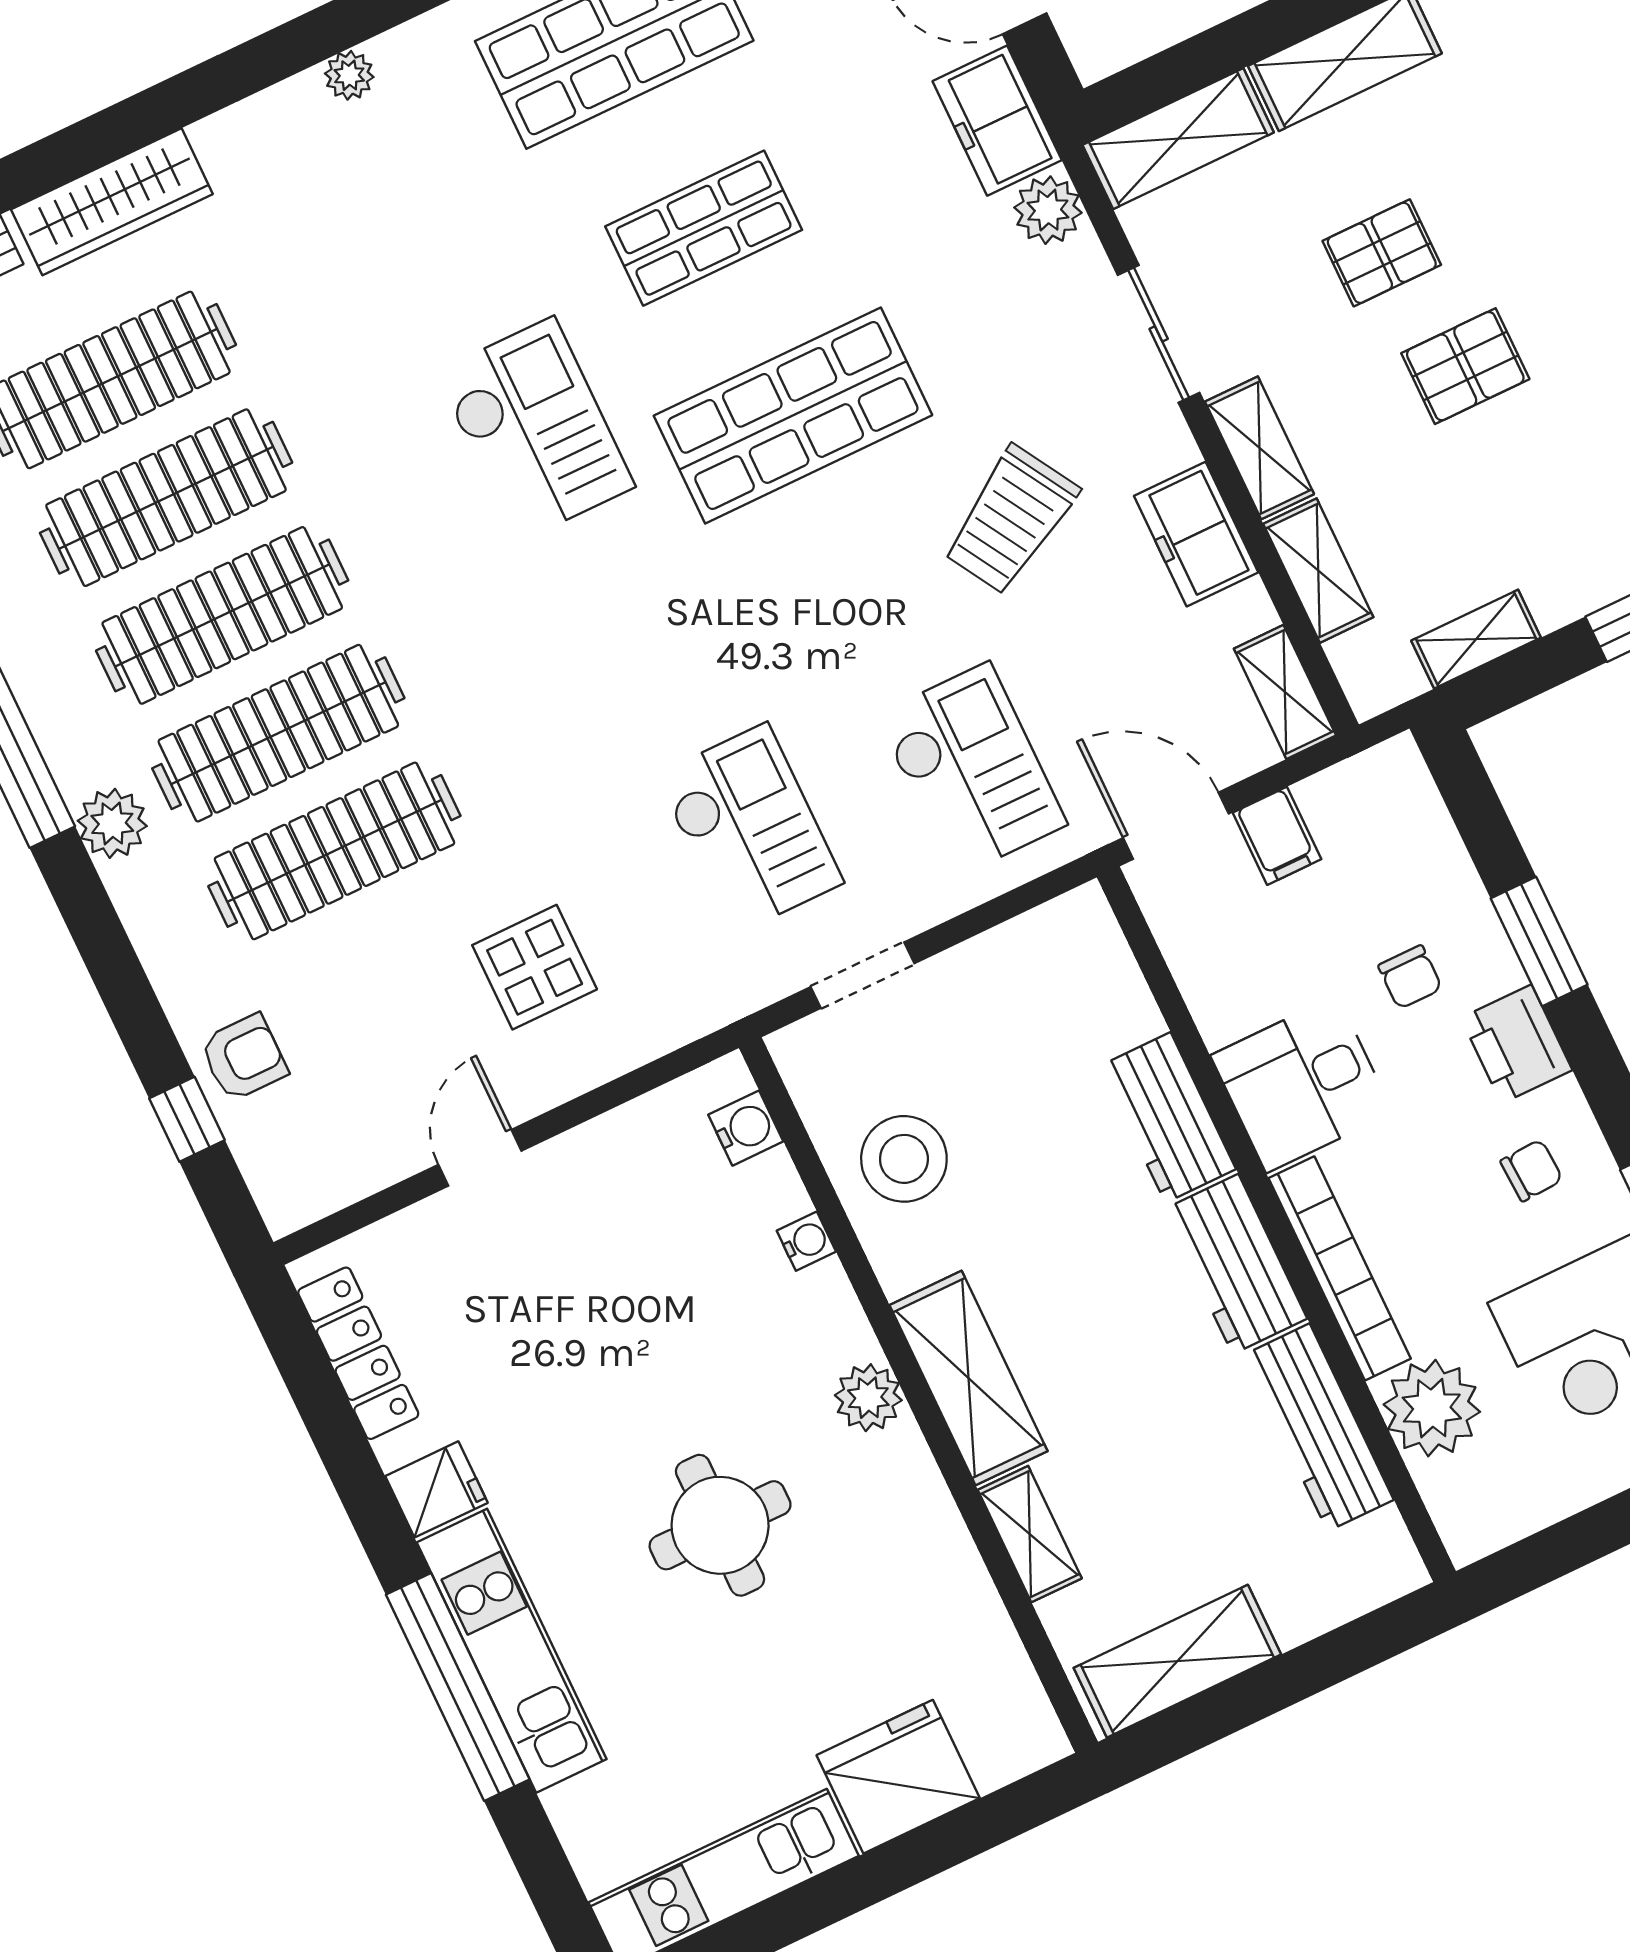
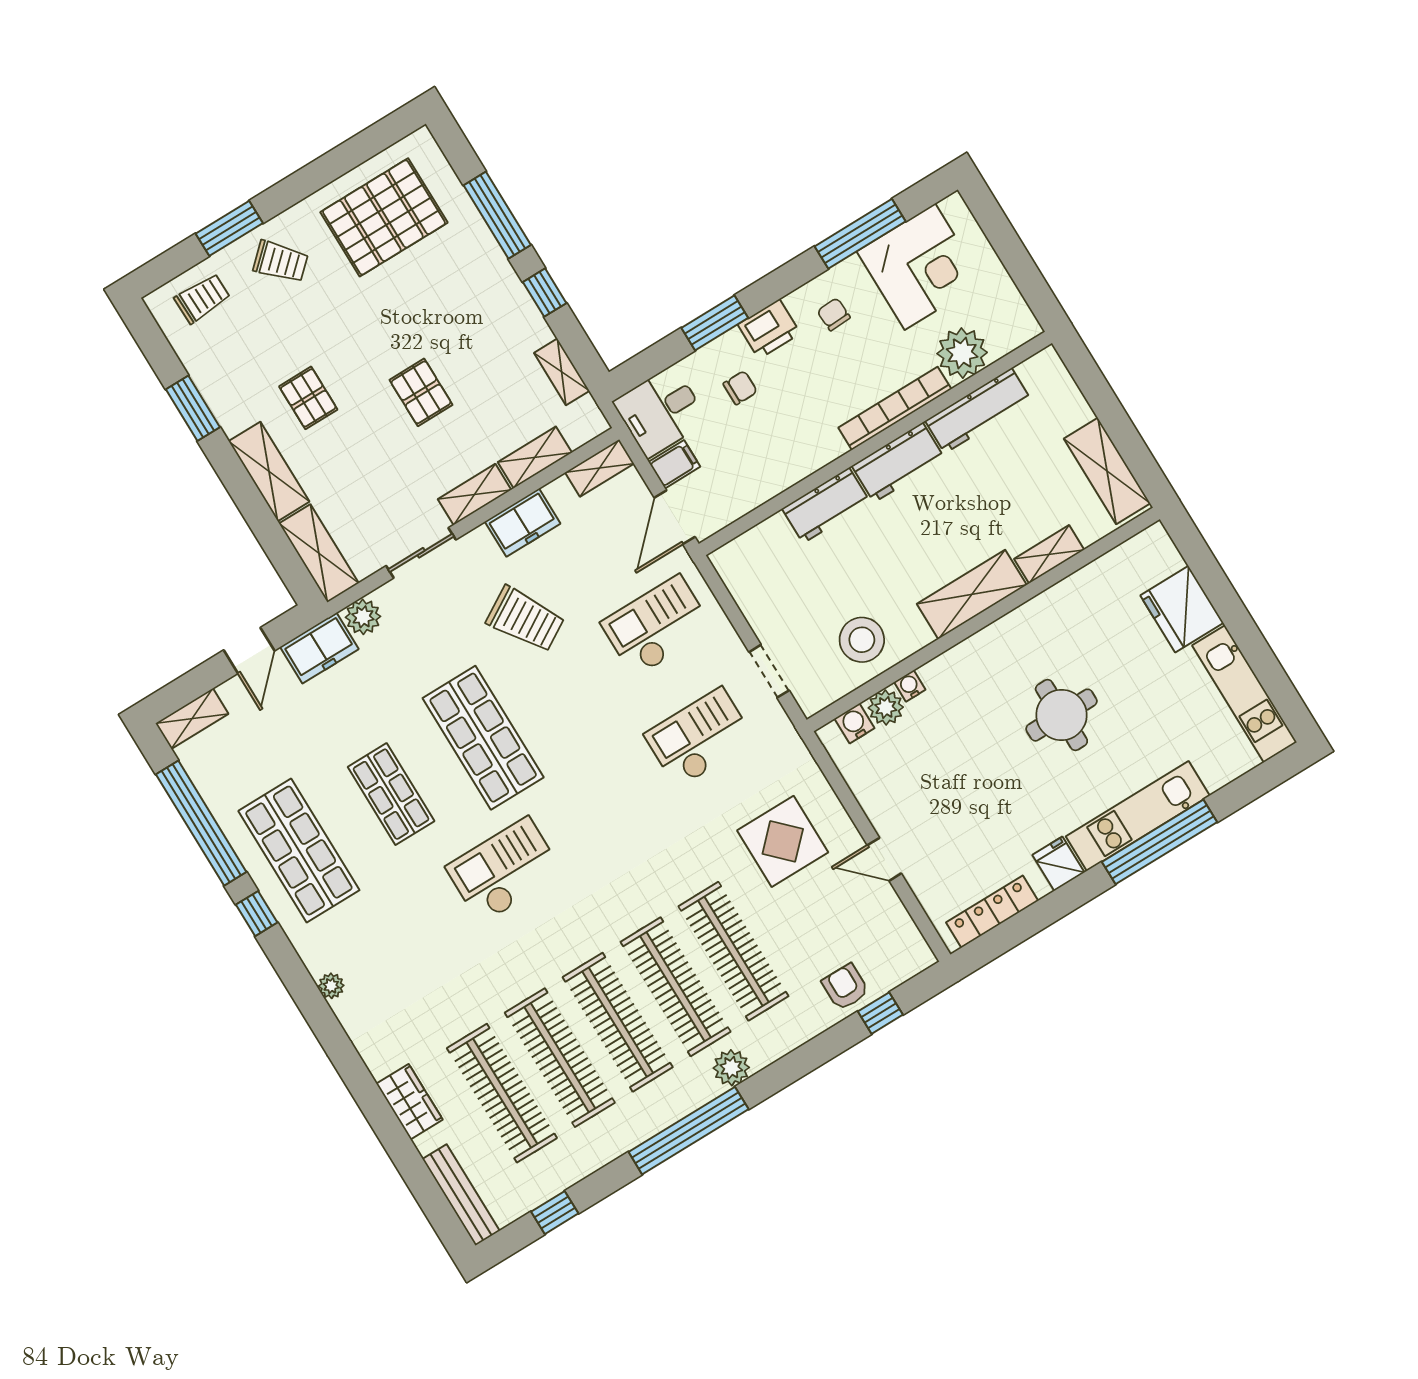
wardrobe: (112, 202) -> (410, 1102), width x0.67
pallet: (1382, 253) -> (308, 398), moved
display table: (535, 967) -> (783, 841), width x1.36, depth x1.36
desk: (1302, 1084) -> (661, 411), moved, turned 90
plant: (868, 1398) -> (886, 708), moved

